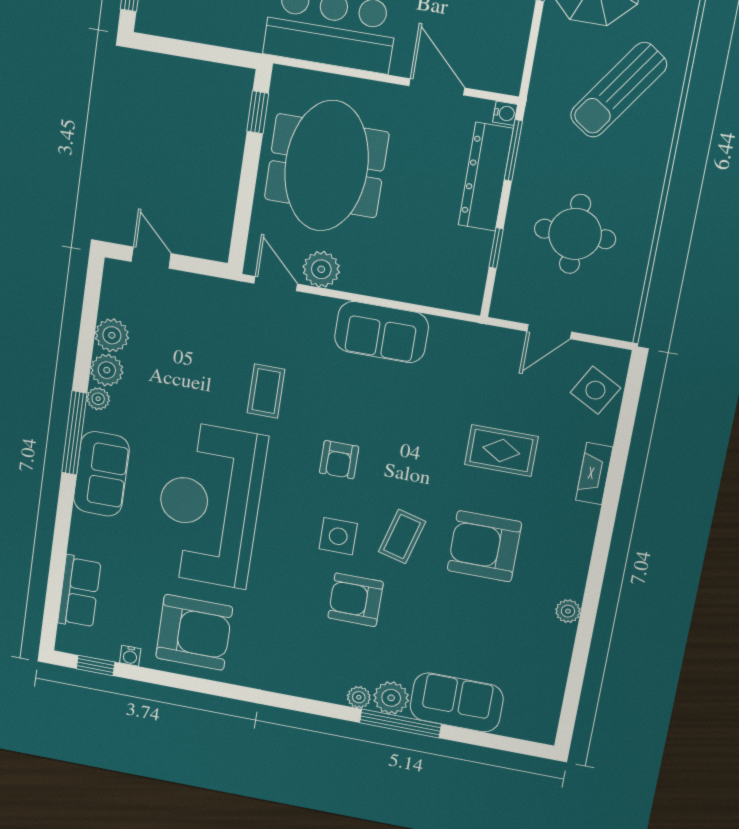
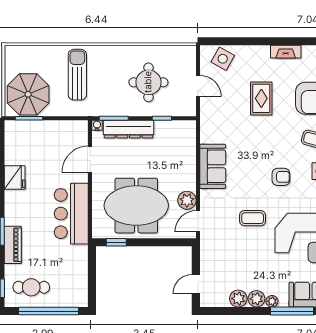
sun lounger: (619, 90) -> (77, 75), turned -125
fireplace: (594, 474) -> (286, 52), moved

